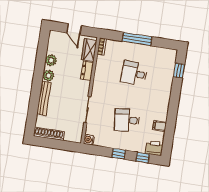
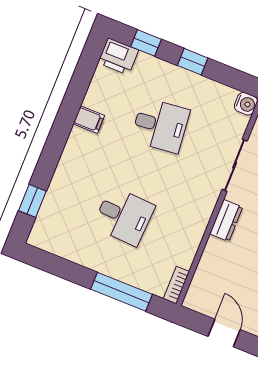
window: (137, 39) -> (122, 292), moved
wardrobe: (89, 50) -> (203, 284), removed
dresser: (87, 71) -> (226, 220), moved
filing cabinet: (160, 126) -> (89, 120), moved

